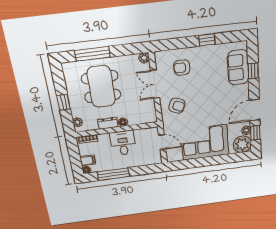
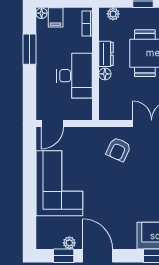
door: (162, 142) -> (52, 123), moved
desk: (123, 143) -> (75, 76), width x1.37
plant: (242, 144) -> (49, 236), removed
window: (113, 174) -> (29, 49), width x0.69

